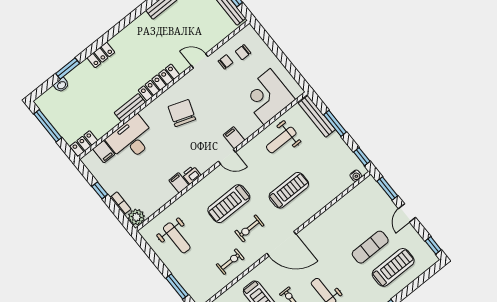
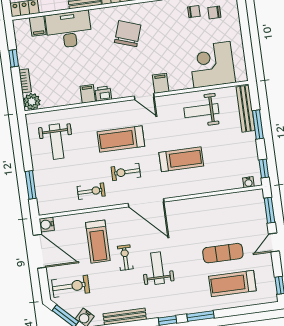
treadmill: (393, 267) -> (232, 283), turned 180

